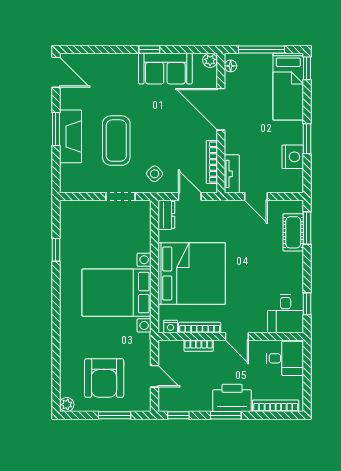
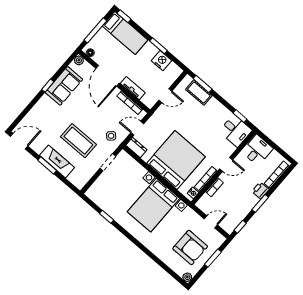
door: (221, 109) -> (107, 76), hinge flipped
tv unit: (232, 174) -> (133, 88), moved
printer: (232, 398) -> (260, 190), width x0.53, depth x0.68

